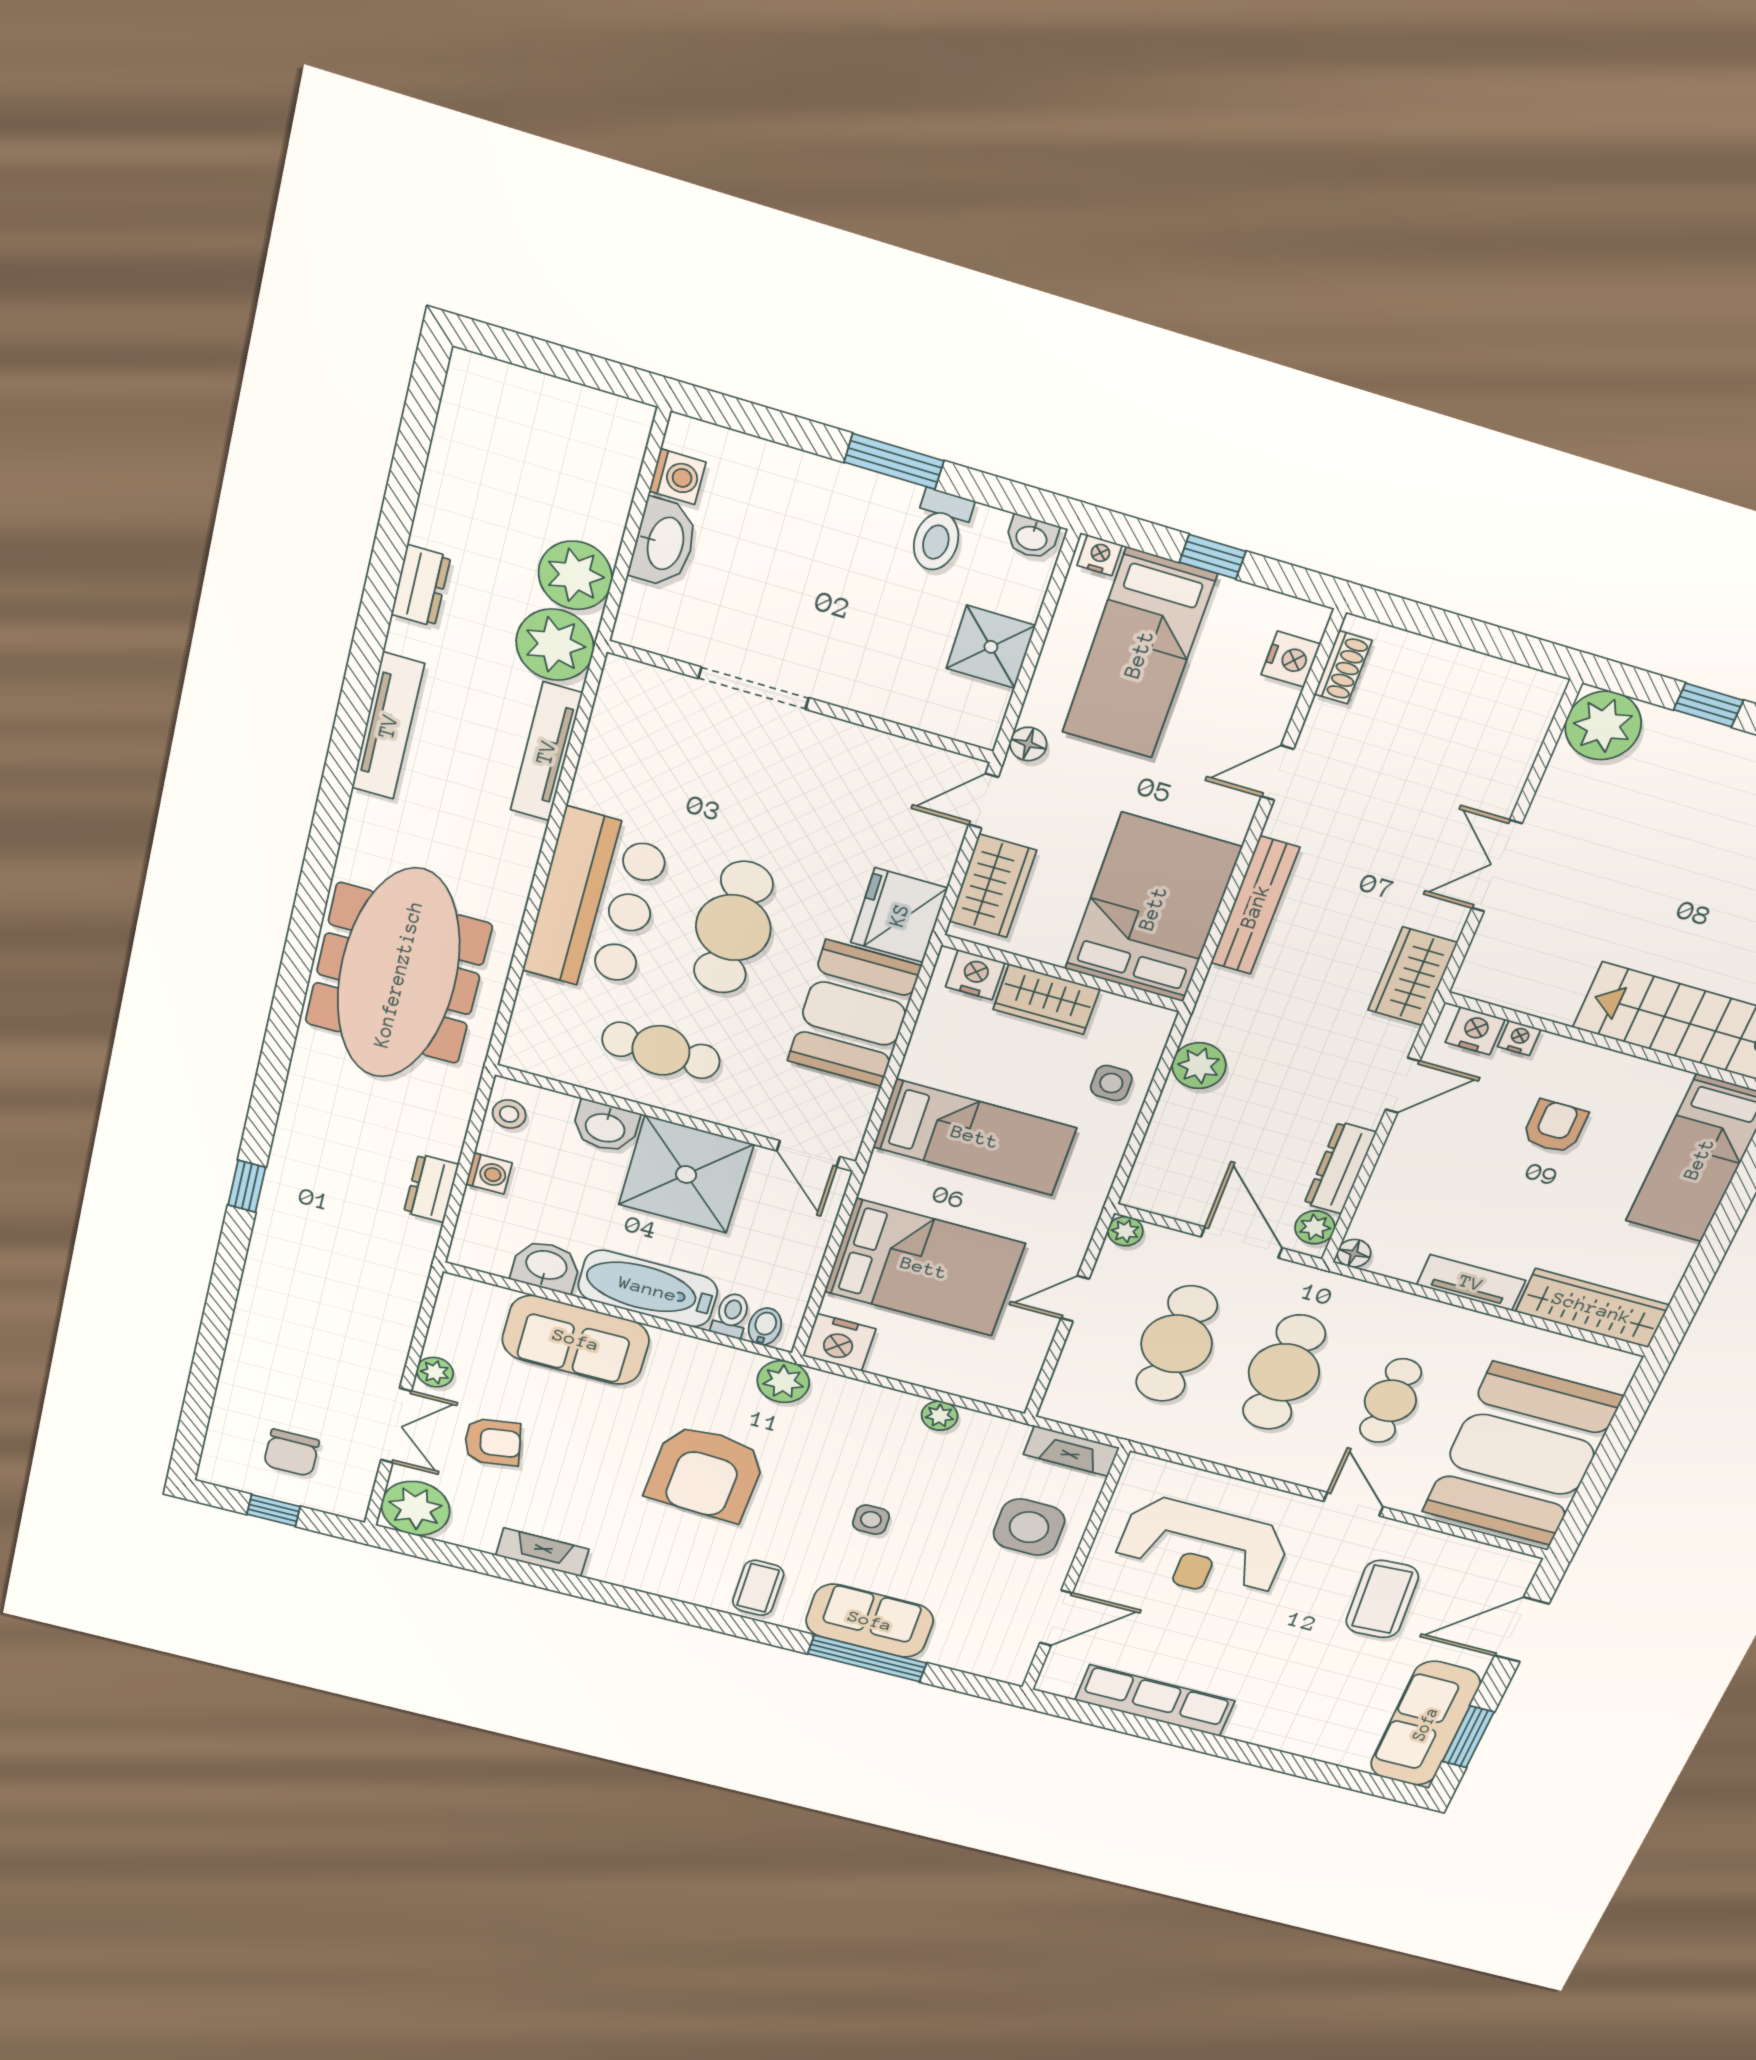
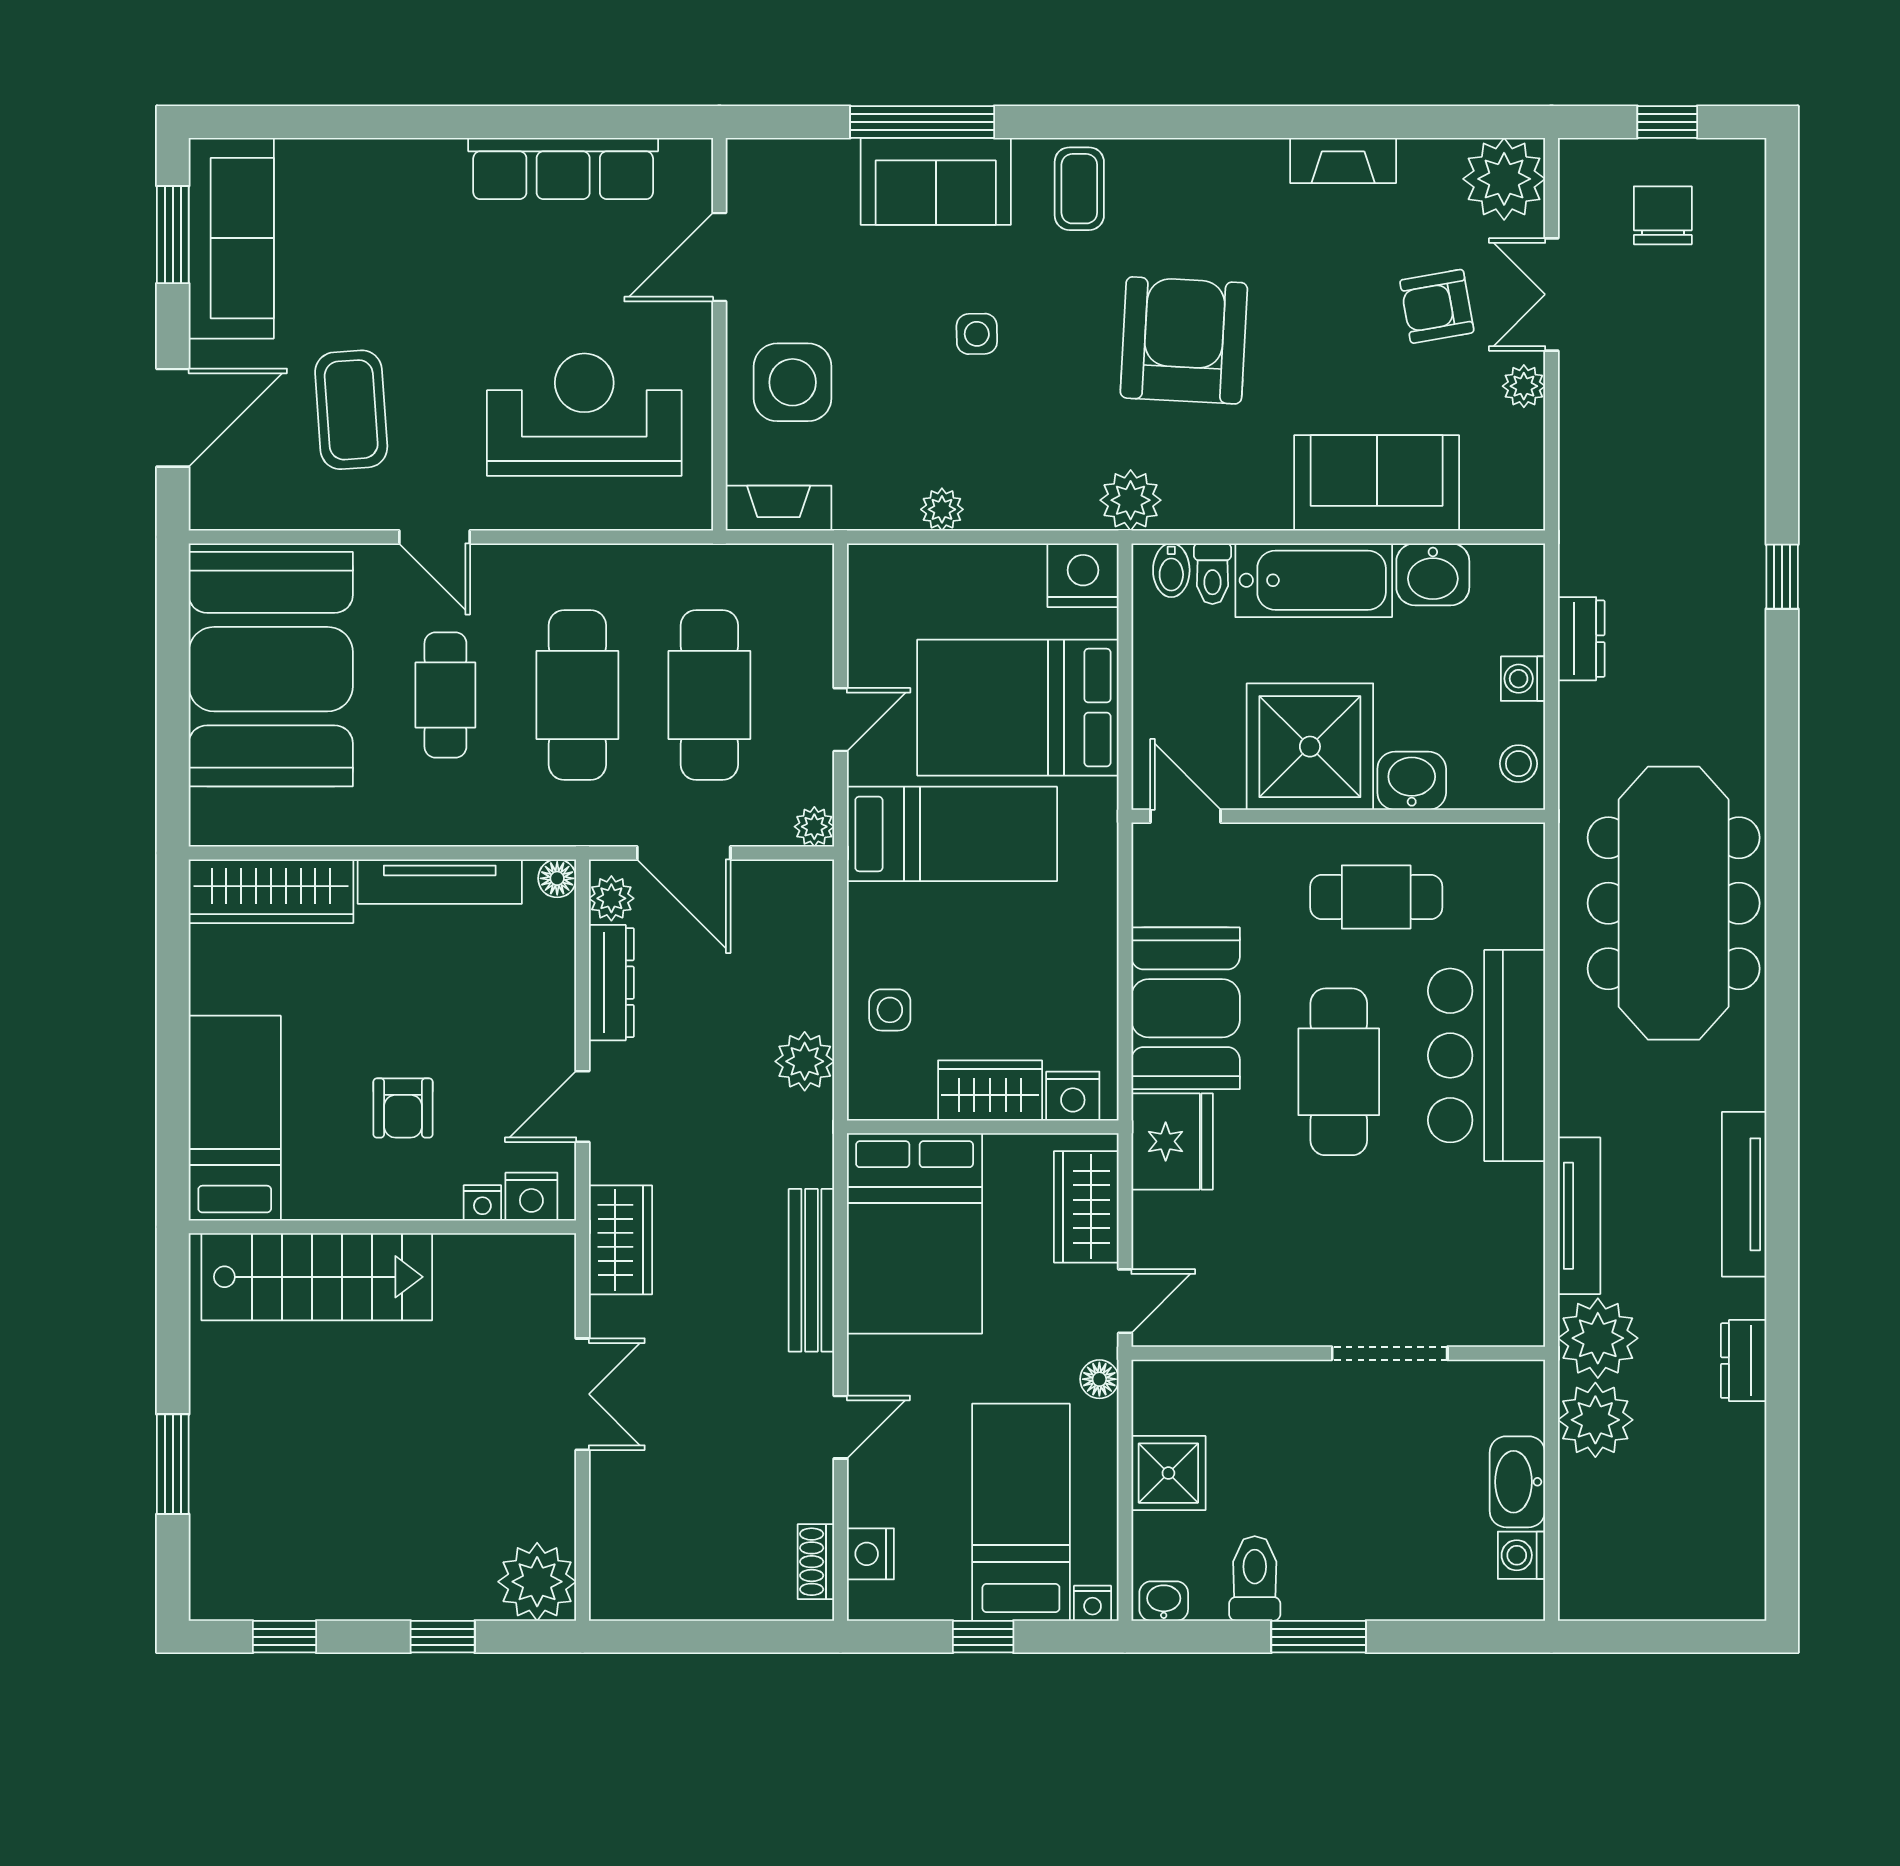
bed: (975, 1137) -> (952, 834), moved, turned 180
tv unit: (1471, 1283) -> (440, 882), width x1.41

